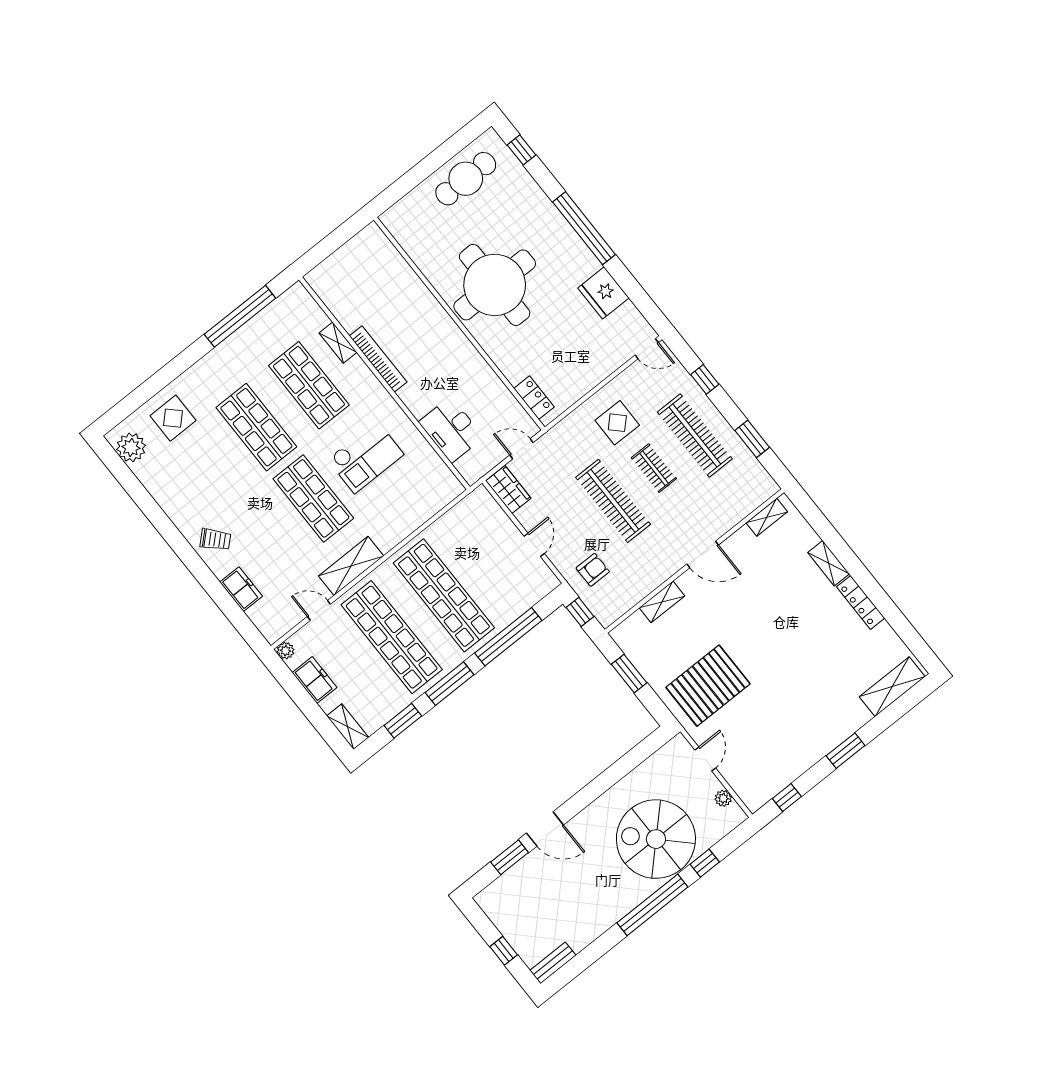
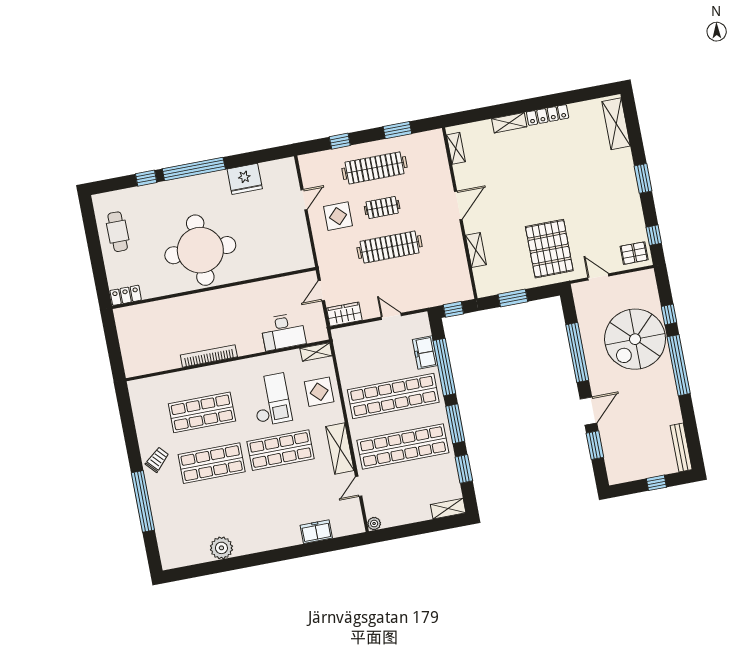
window: (522, 150) -> (146, 178), moved
cafe table: (466, 179) -> (118, 232), width x0.73, depth x0.74
window: (240, 316) -> (143, 501), moved
shelving: (338, 343) -> (316, 352), moved
door: (647, 349) -> (304, 200), moved
locker: (534, 398) -> (126, 295), moved
display table: (173, 418) -> (319, 392), moved
plant: (131, 447) -> (221, 548), moved
trolley: (215, 539) -> (157, 460), moved
armchair: (593, 570) -> (429, 286), removed
freezer: (314, 680) -> (425, 353), moved, turned -90
window: (606, 781) -> (577, 352), added
pallet: (754, 786) -> (634, 253), added
plant: (723, 798) -> (631, 279), removed
bench: (553, 963) -> (681, 447), width x1.36

